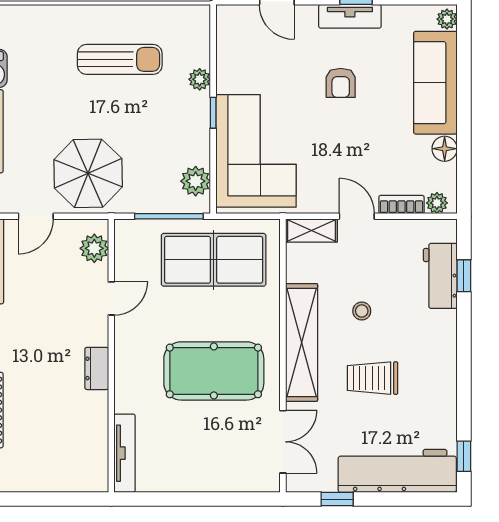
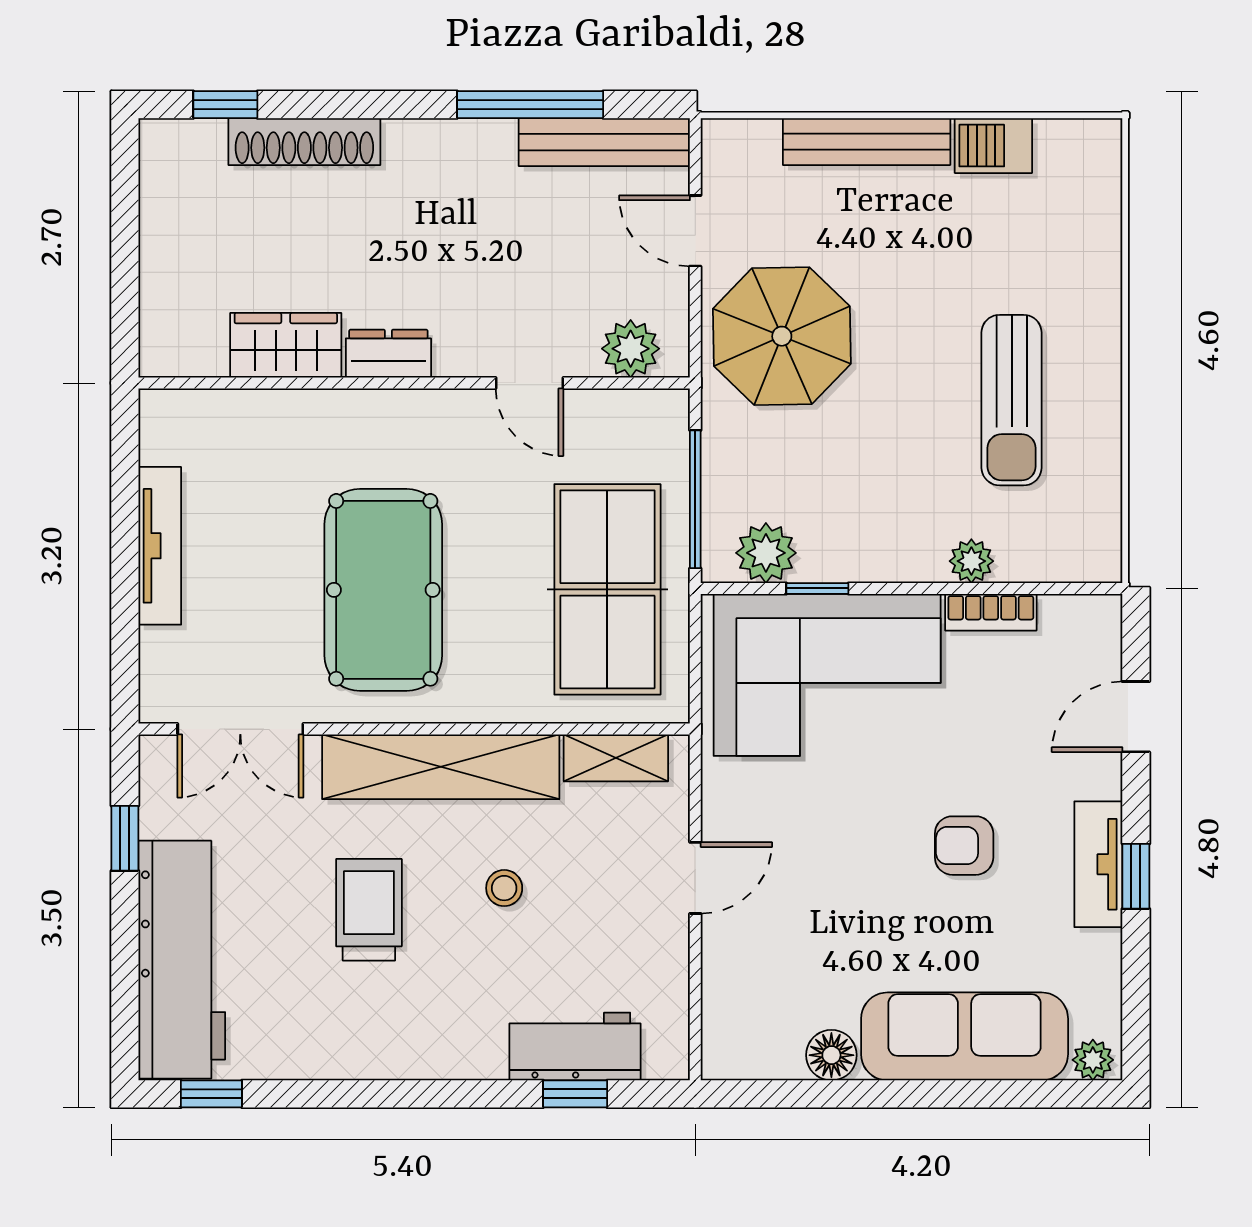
window: (213, 113) -> (817, 588), moved
plant: (437, 203) -> (722, 1040), removed
bookcase: (401, 204) -> (991, 612), moved, turned 90
shelving: (311, 231) -> (616, 758), moved, turned 90
wardrobe: (93, 419) -> (286, 345), added
tv unit: (125, 453) -> (160, 546), moved, turned -90

